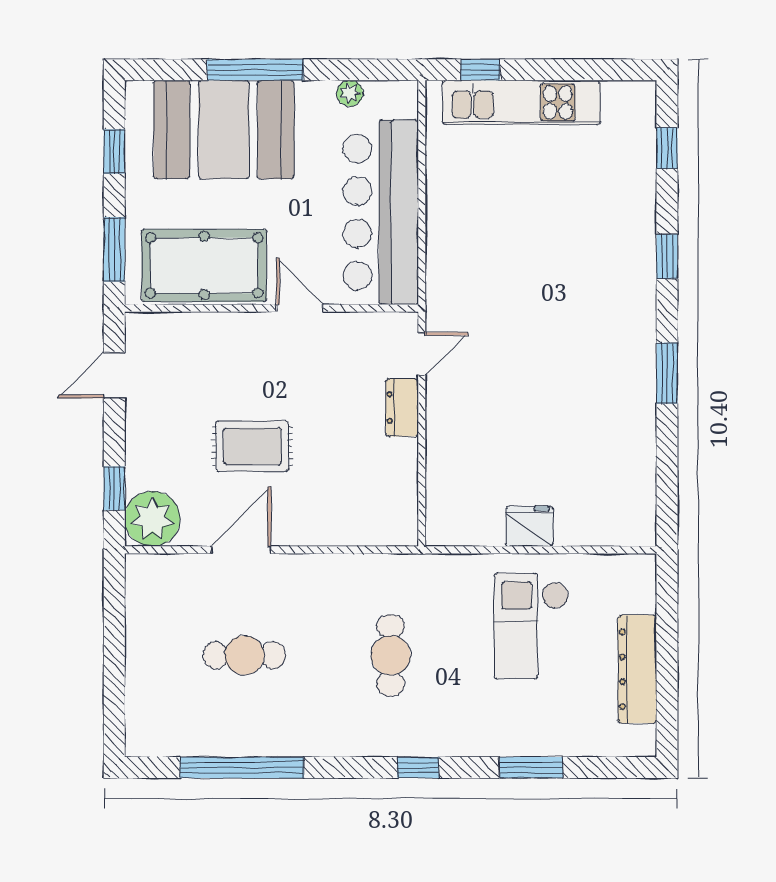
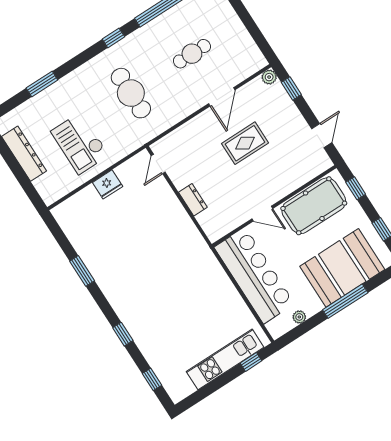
window: (114, 249) -> (356, 188), width x0.67
door: (422, 354) -> (158, 164), moved
window: (667, 373) -> (82, 271), moved
plant: (152, 519) -> (269, 77), width x0.53, depth x0.53
checkout: (531, 626) -> (80, 143), turned 180
cafe table: (391, 655) -> (131, 93), width x1.37, depth x1.35
window: (418, 768) -> (113, 38), moved

